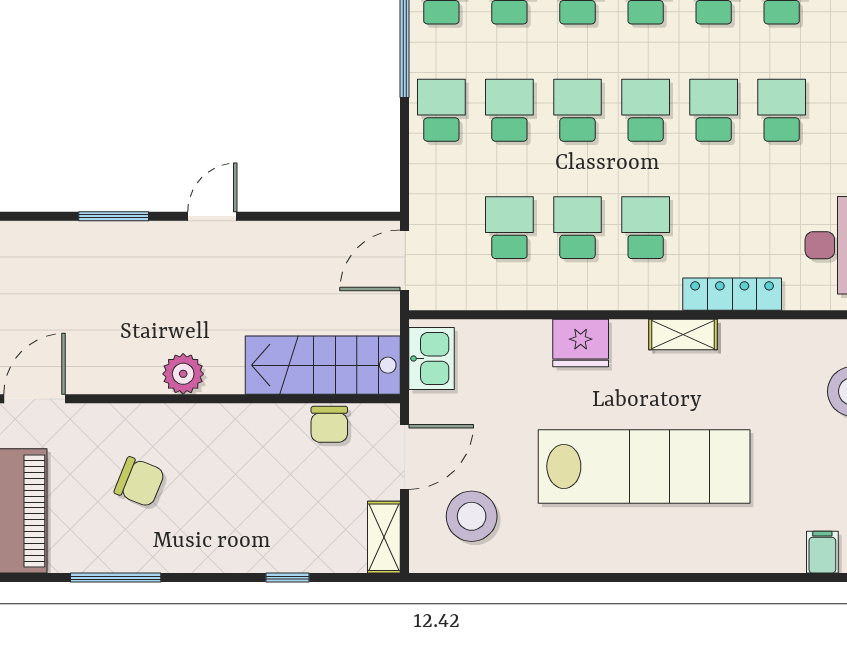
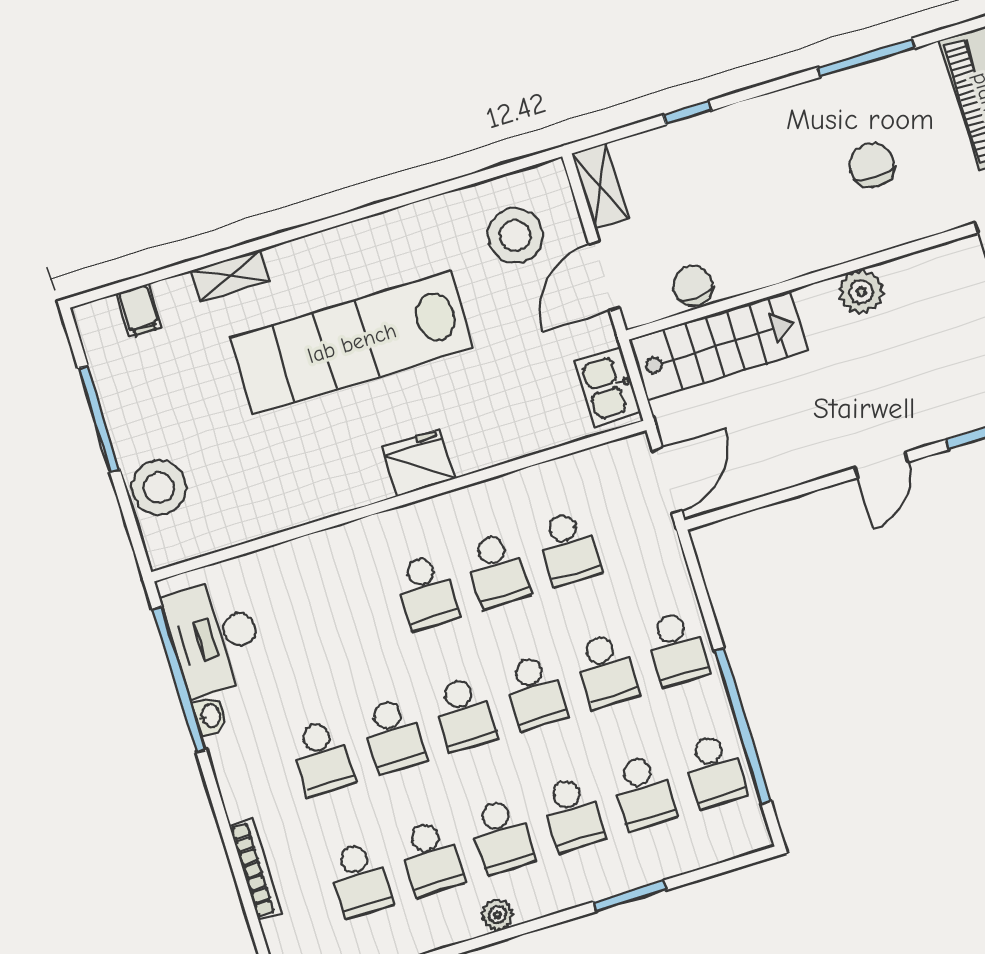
locker: (732, 294) -> (315, 550), removed
shelving: (683, 334) -> (231, 276), moved
fridge: (581, 343) -> (418, 463), moved
chair: (140, 482) -> (872, 165), turned 68

